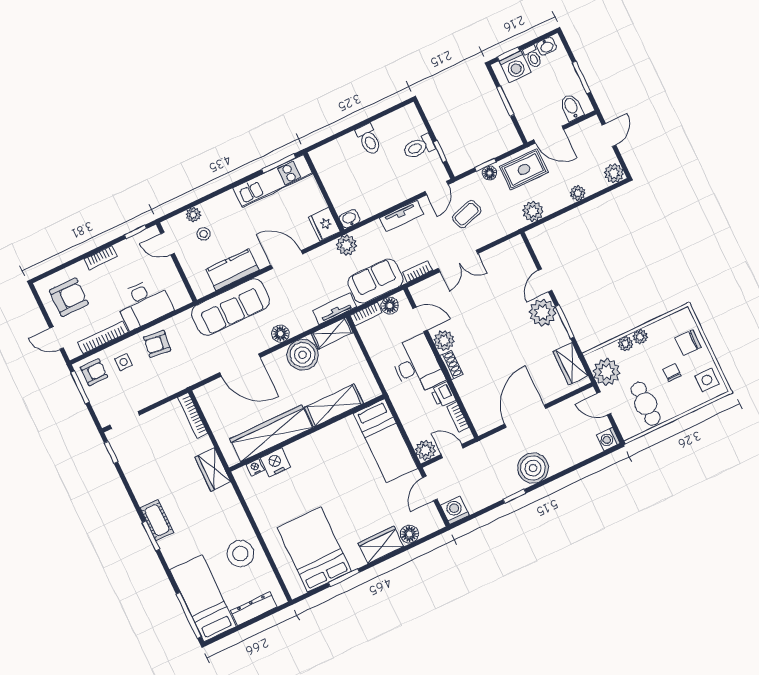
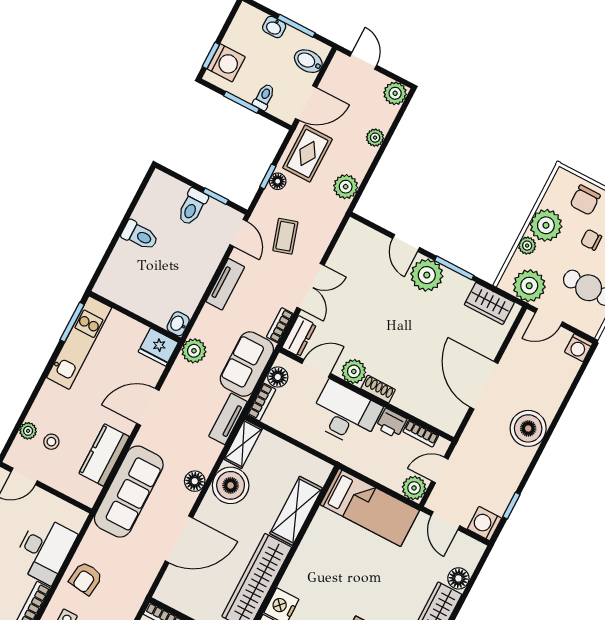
washbasin: (547, 46) -> (274, 27), moved, turned 90
toilet: (533, 57) -> (264, 97), moved, turned -90
dresser: (425, 289) -> (299, 336), added
plant: (640, 337) -> (546, 225), width x1.88, depth x1.88
window: (514, 496) -> (511, 506), moved

